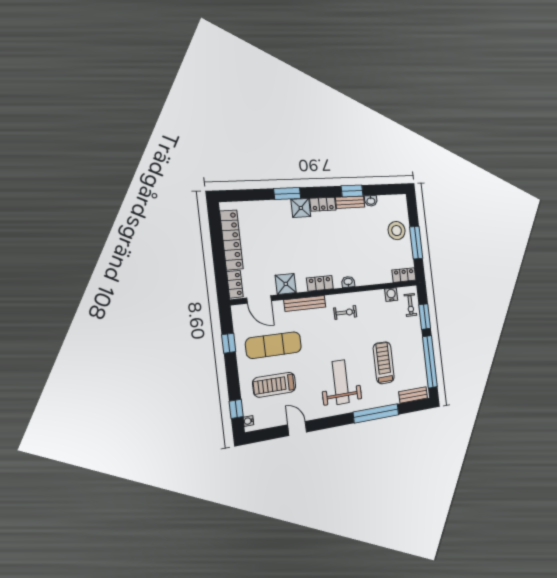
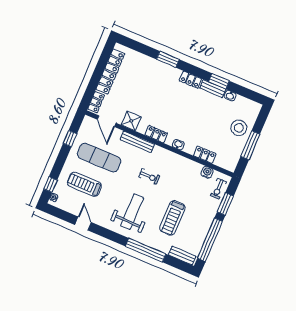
shower: (301, 208) -> (172, 74), removed
locker: (404, 275) -> (205, 155), moved
exercise bike: (345, 312) -> (149, 176), moved
treadmill: (384, 363) -> (172, 218), turned 180

